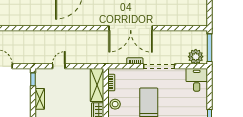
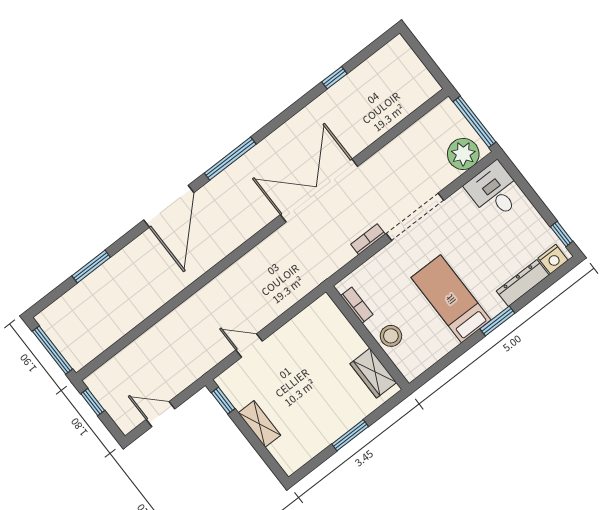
double door: (131, 28) -> (319, 190), swing flipped
door: (59, 66) -> (249, 345), hinge flipped
shelving: (97, 85) -> (336, 328), removed

